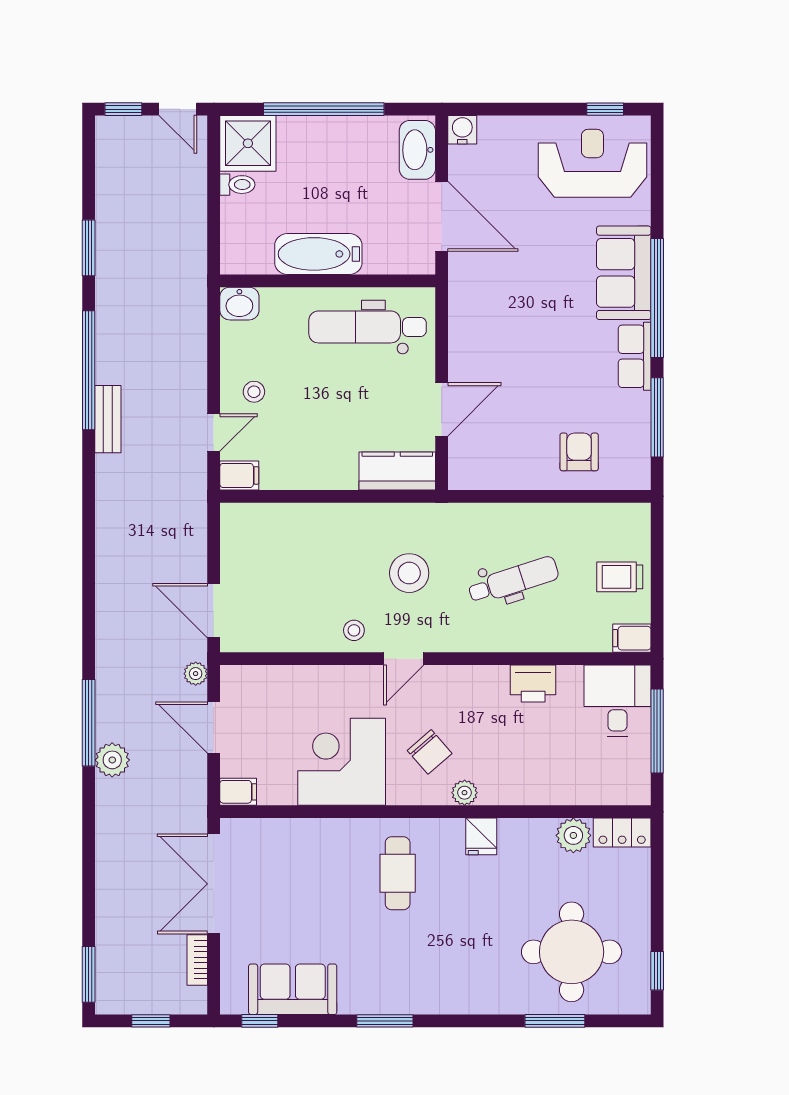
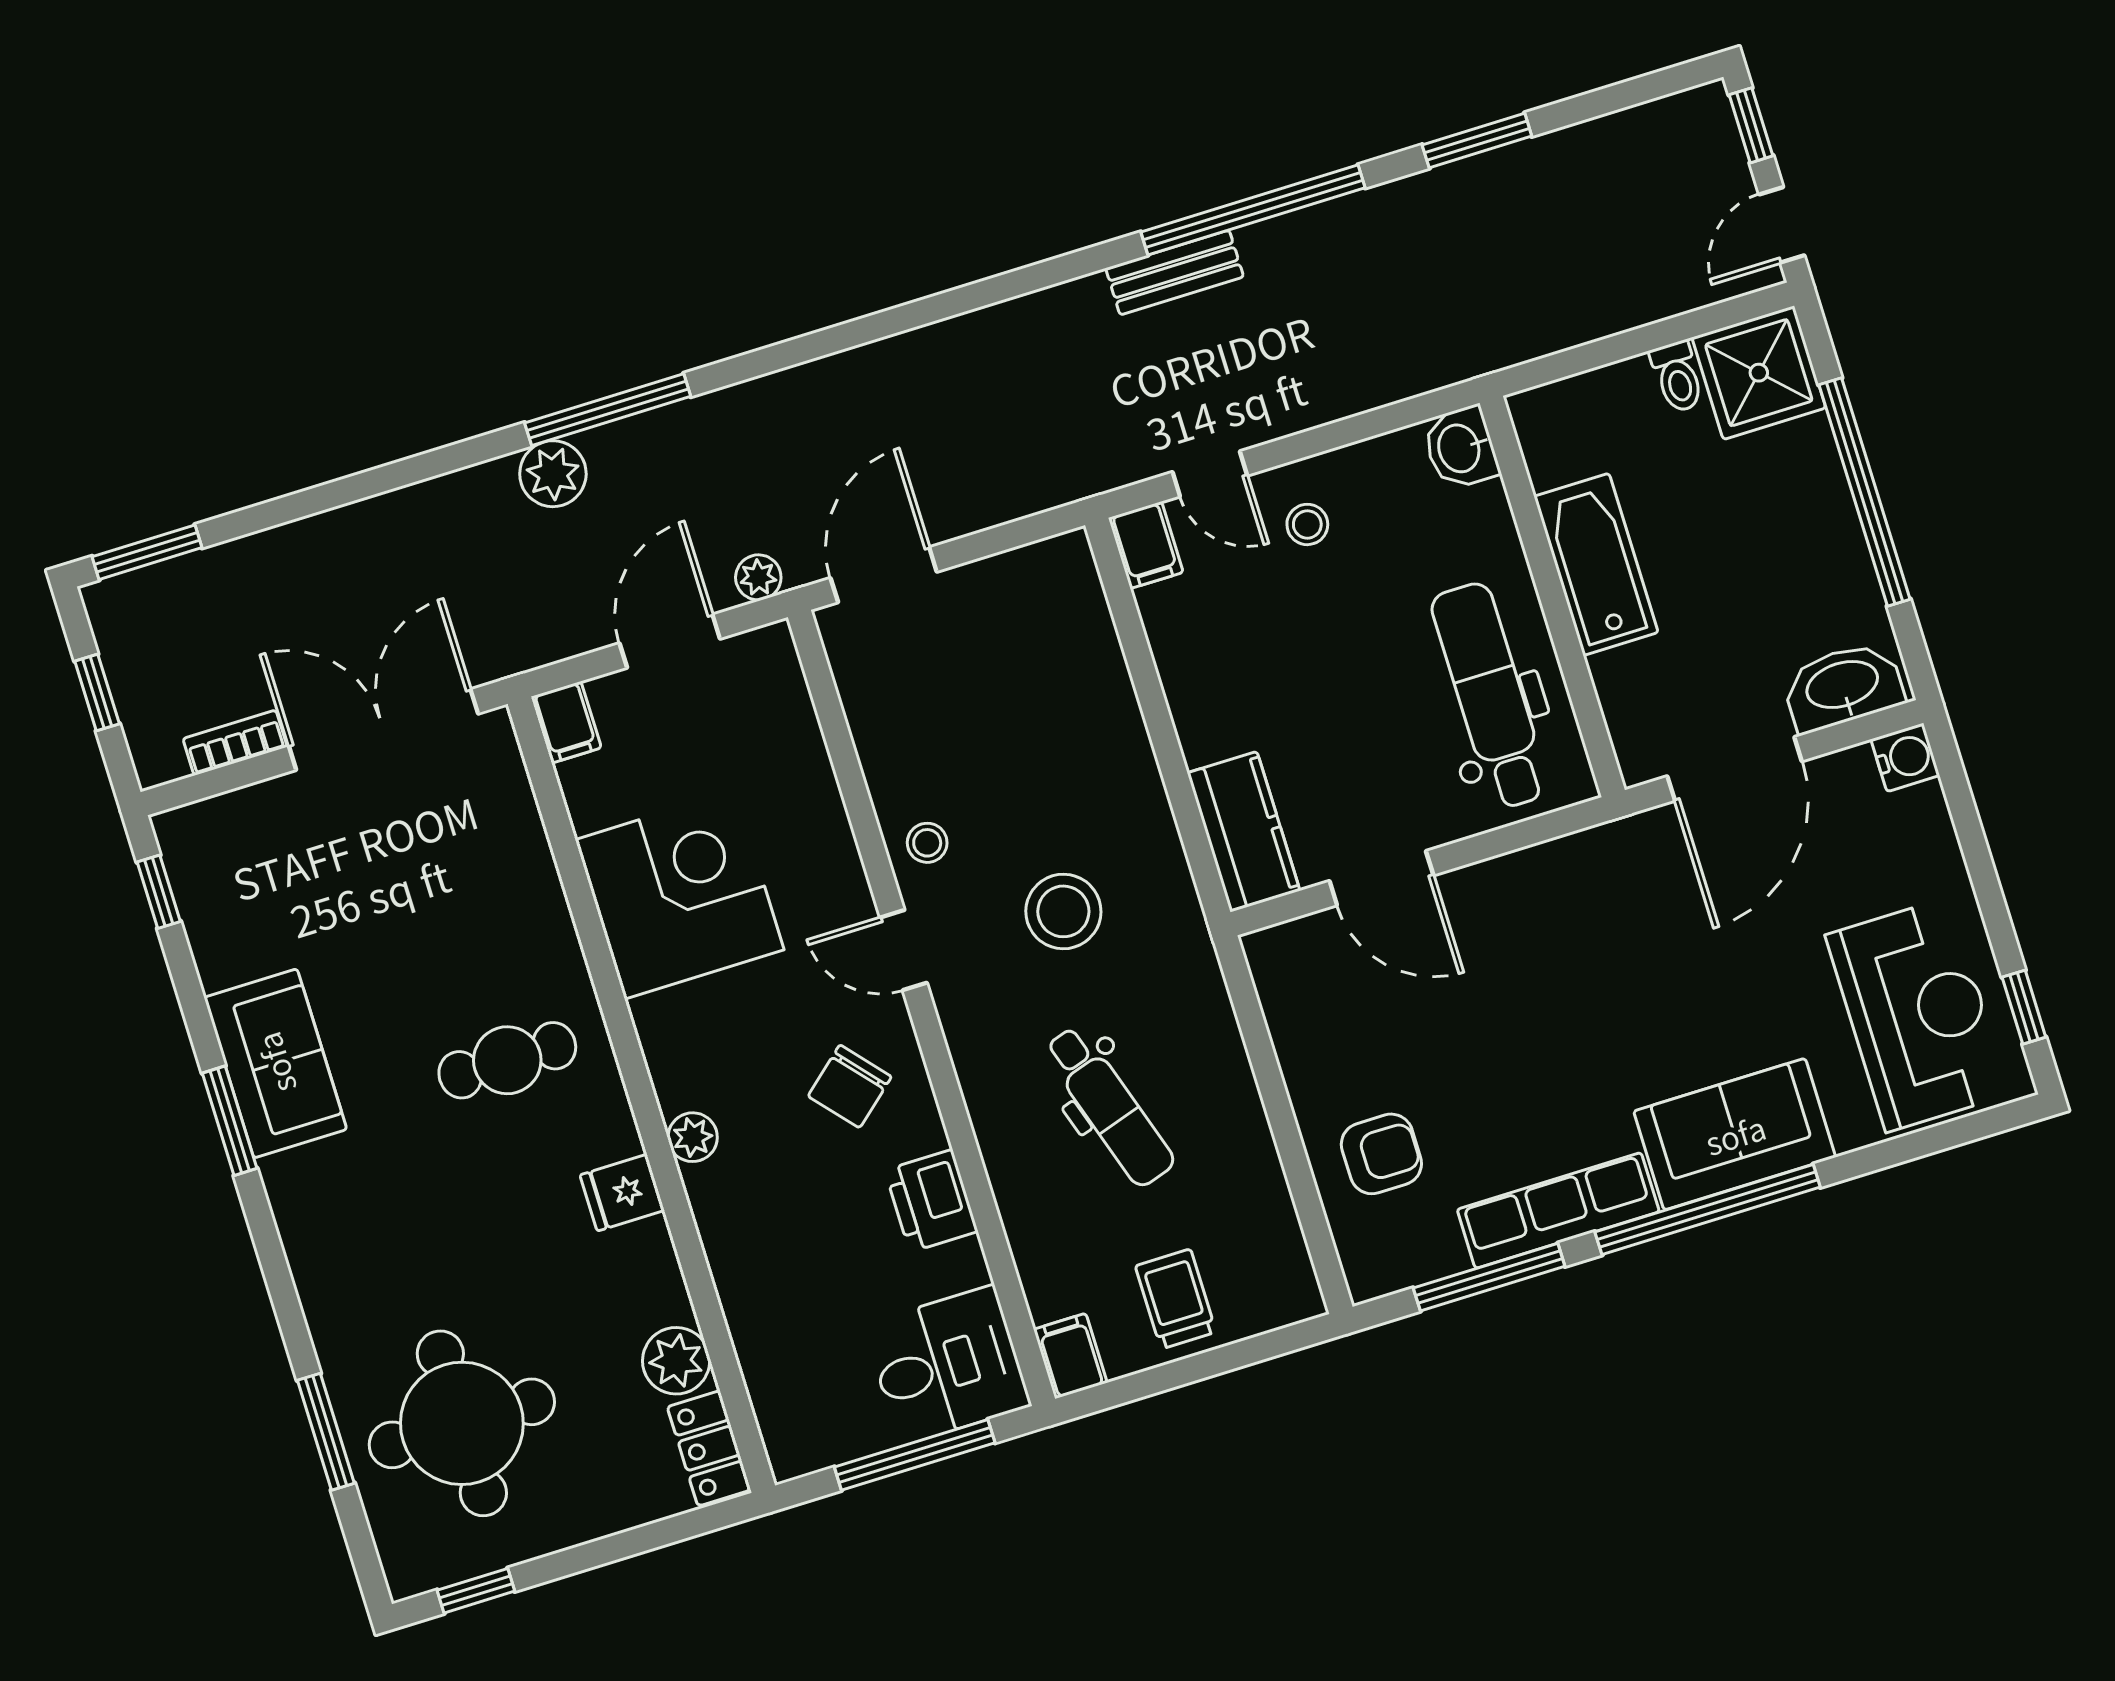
row of seats: (635, 356) -> (1558, 1211), width x1.48
chair: (430, 752) -> (850, 1086), moved
sofa: (293, 989) -> (275, 1063), moved

